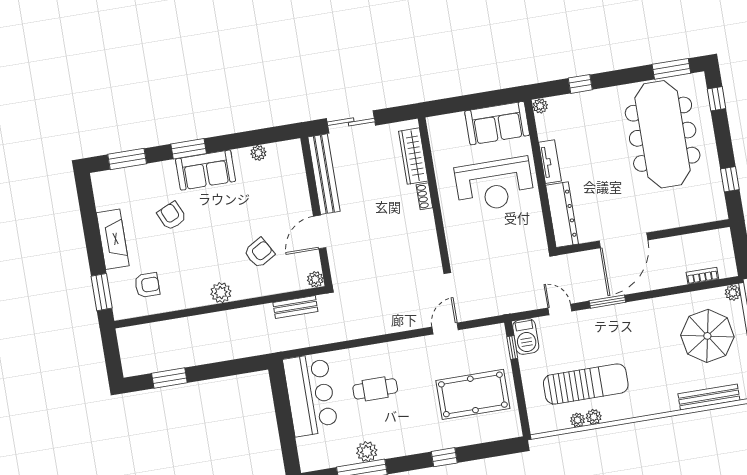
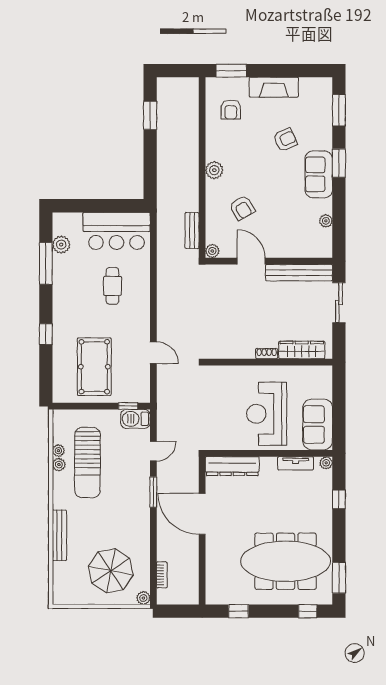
tv unit: (550, 162) -> (296, 463), moved
bench: (709, 397) -> (59, 535), moved
plant: (367, 452) -> (61, 245), moved

